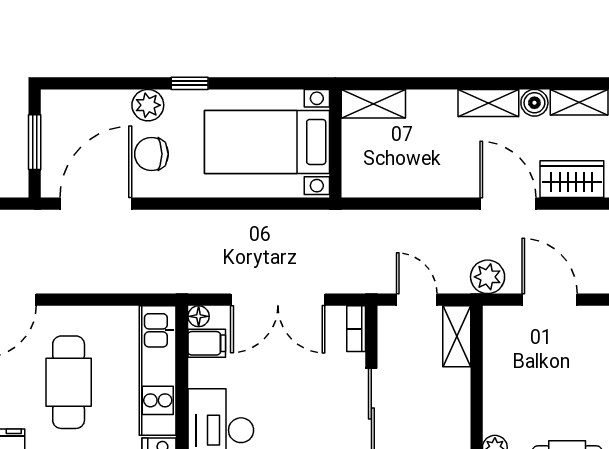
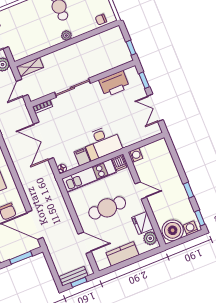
double door: (278, 300) -> (44, 141), swing flipped
filing cabinet: (207, 343) -> (82, 157), moved

